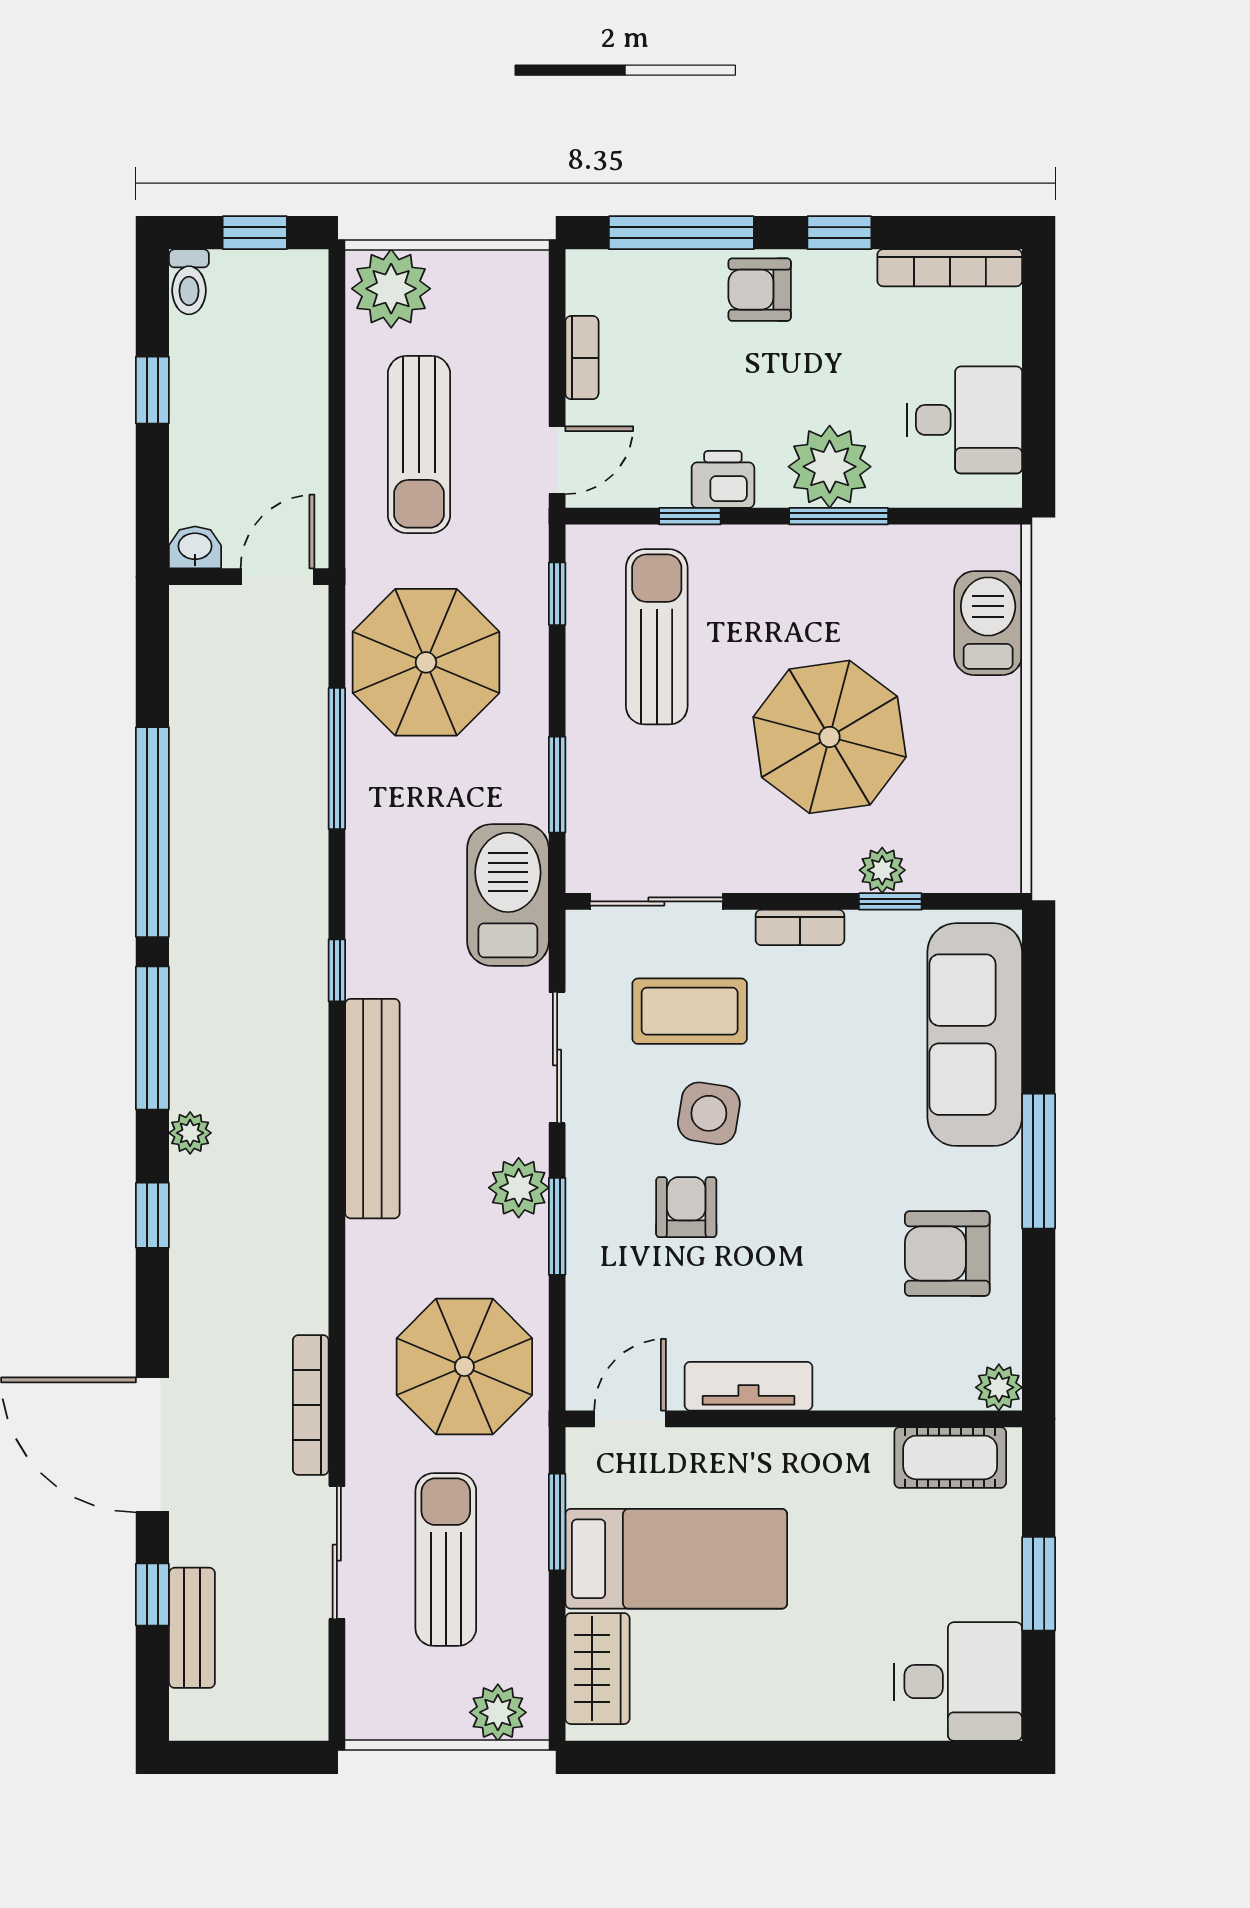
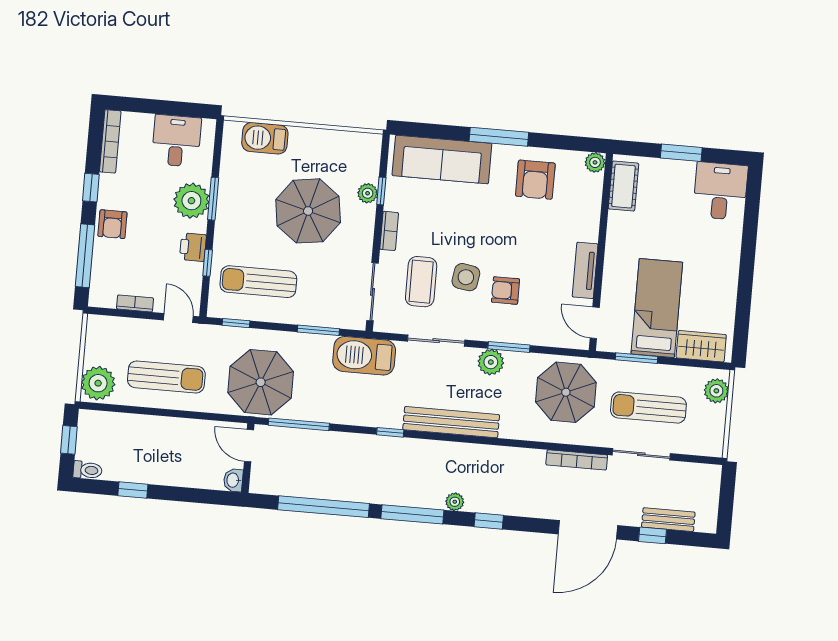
washbasin: (195, 547) -> (233, 480), moved
wall: (249, 577) -> (248, 458), moved
door: (277, 577) -> (249, 446), moved

